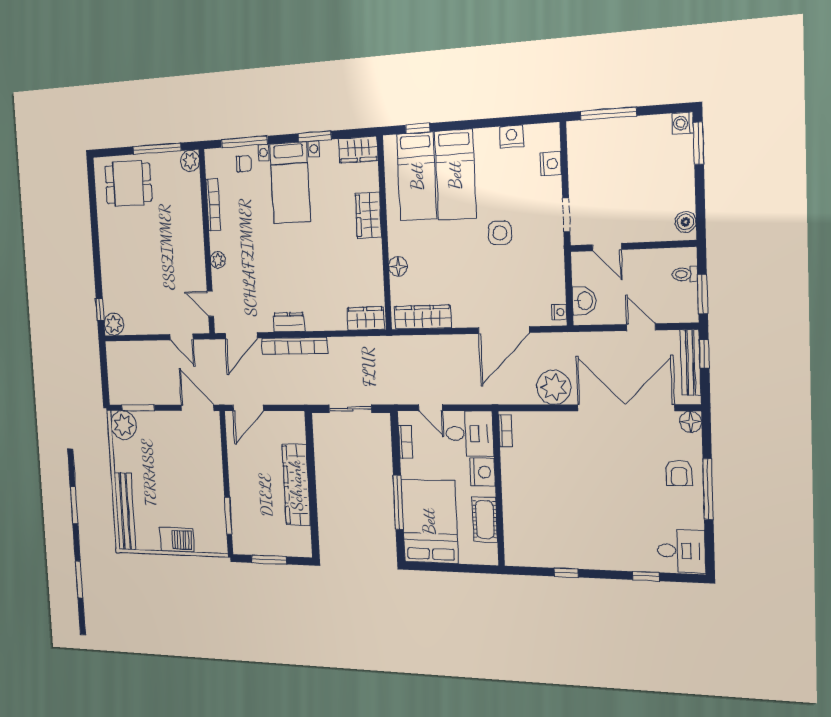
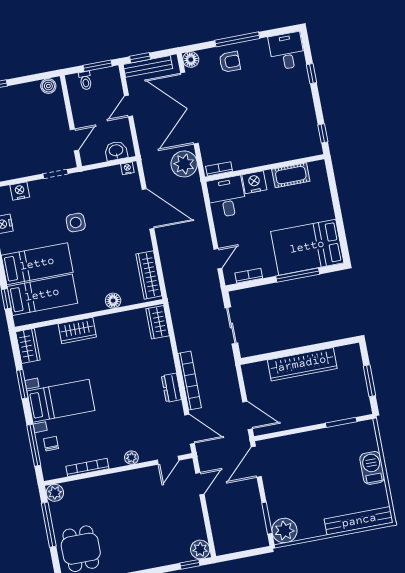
bookcase: (505, 431) -> (219, 169), moved
desk: (470, 434) -> (227, 197), moved
nightstand: (483, 472) -> (254, 182), moved
wall: (498, 489) -> (265, 168), moved
cot: (485, 519) -> (291, 175), moved

